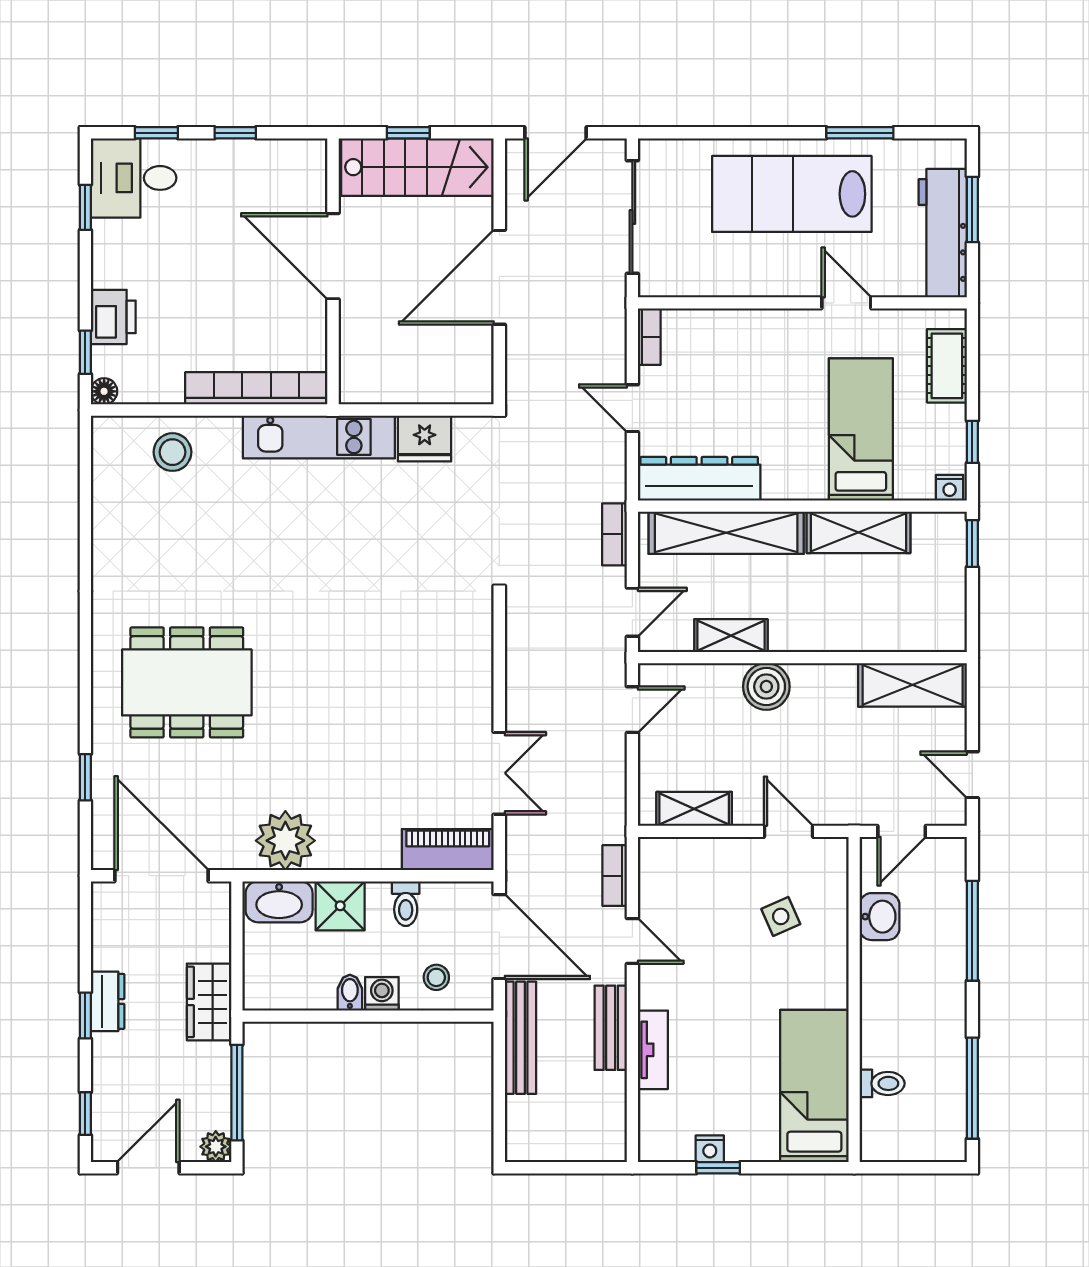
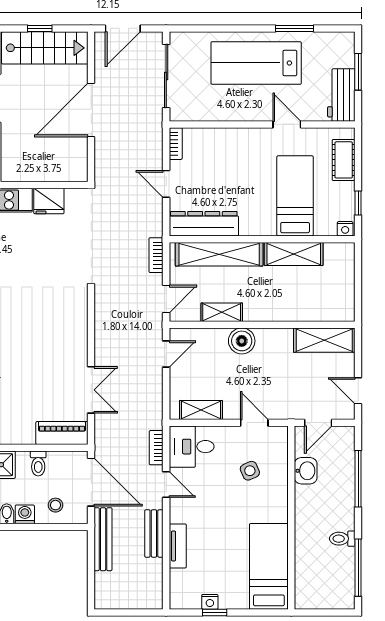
workbench: (943, 233) -> (341, 95), width x0.73
window: (972, 544) -> (358, 260), removed
desk: (678, 874) -> (192, 447), added
toilet: (882, 1083) -> (342, 539), moved, turned 180

